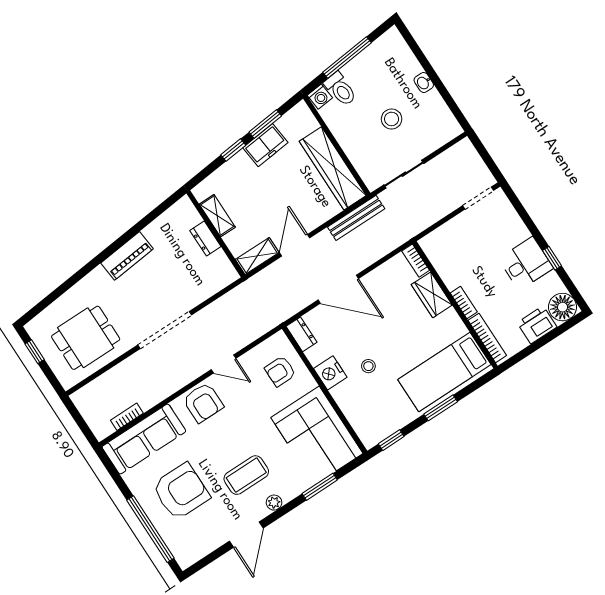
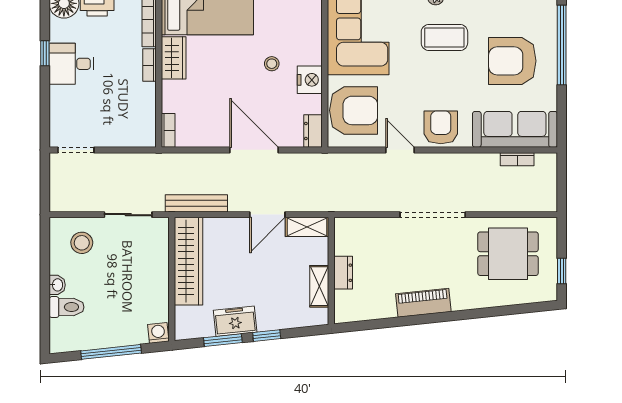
toilet: (340, 89) -> (67, 307), moved, turned 96
stool: (392, 119) -> (82, 243), moved
wardrobe: (432, 295) -> (174, 58), moved
armchair: (280, 371) -> (354, 110), width x1.88, depth x1.88

